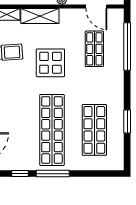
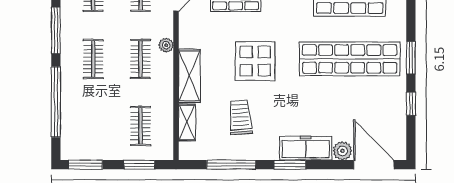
window: (53, 174) -> (411, 58), width x0.69

